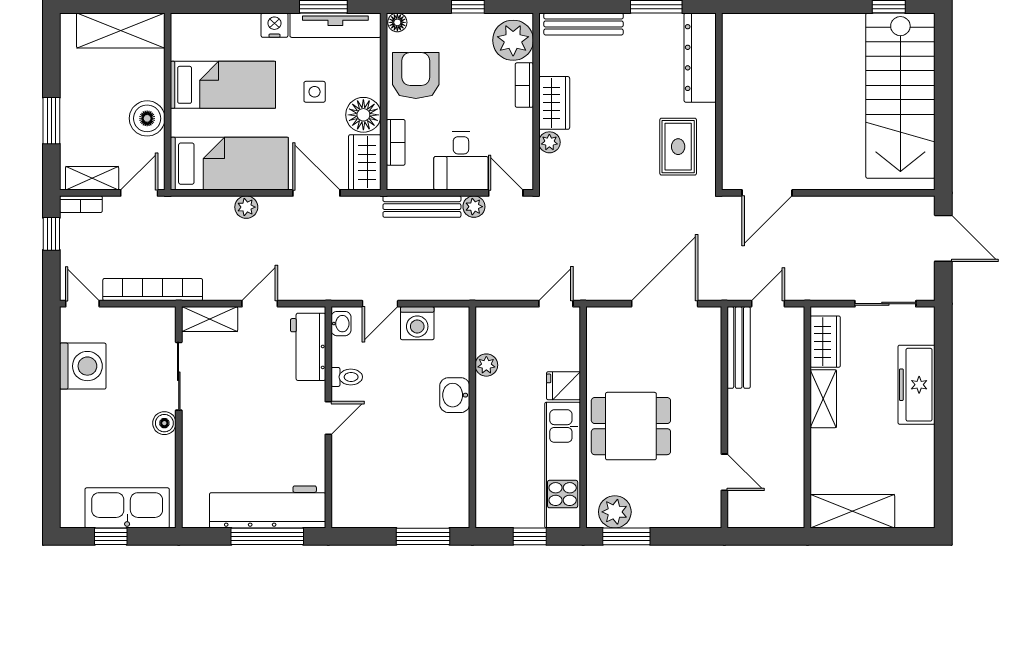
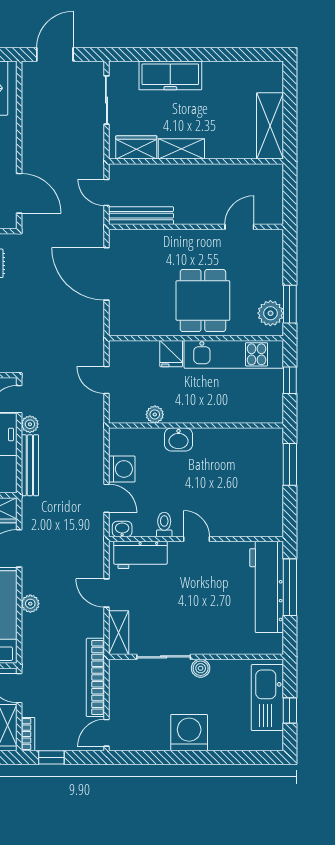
door: (556, 304) -> (106, 380), moved
washing machine: (83, 366) -> (189, 733), moved

